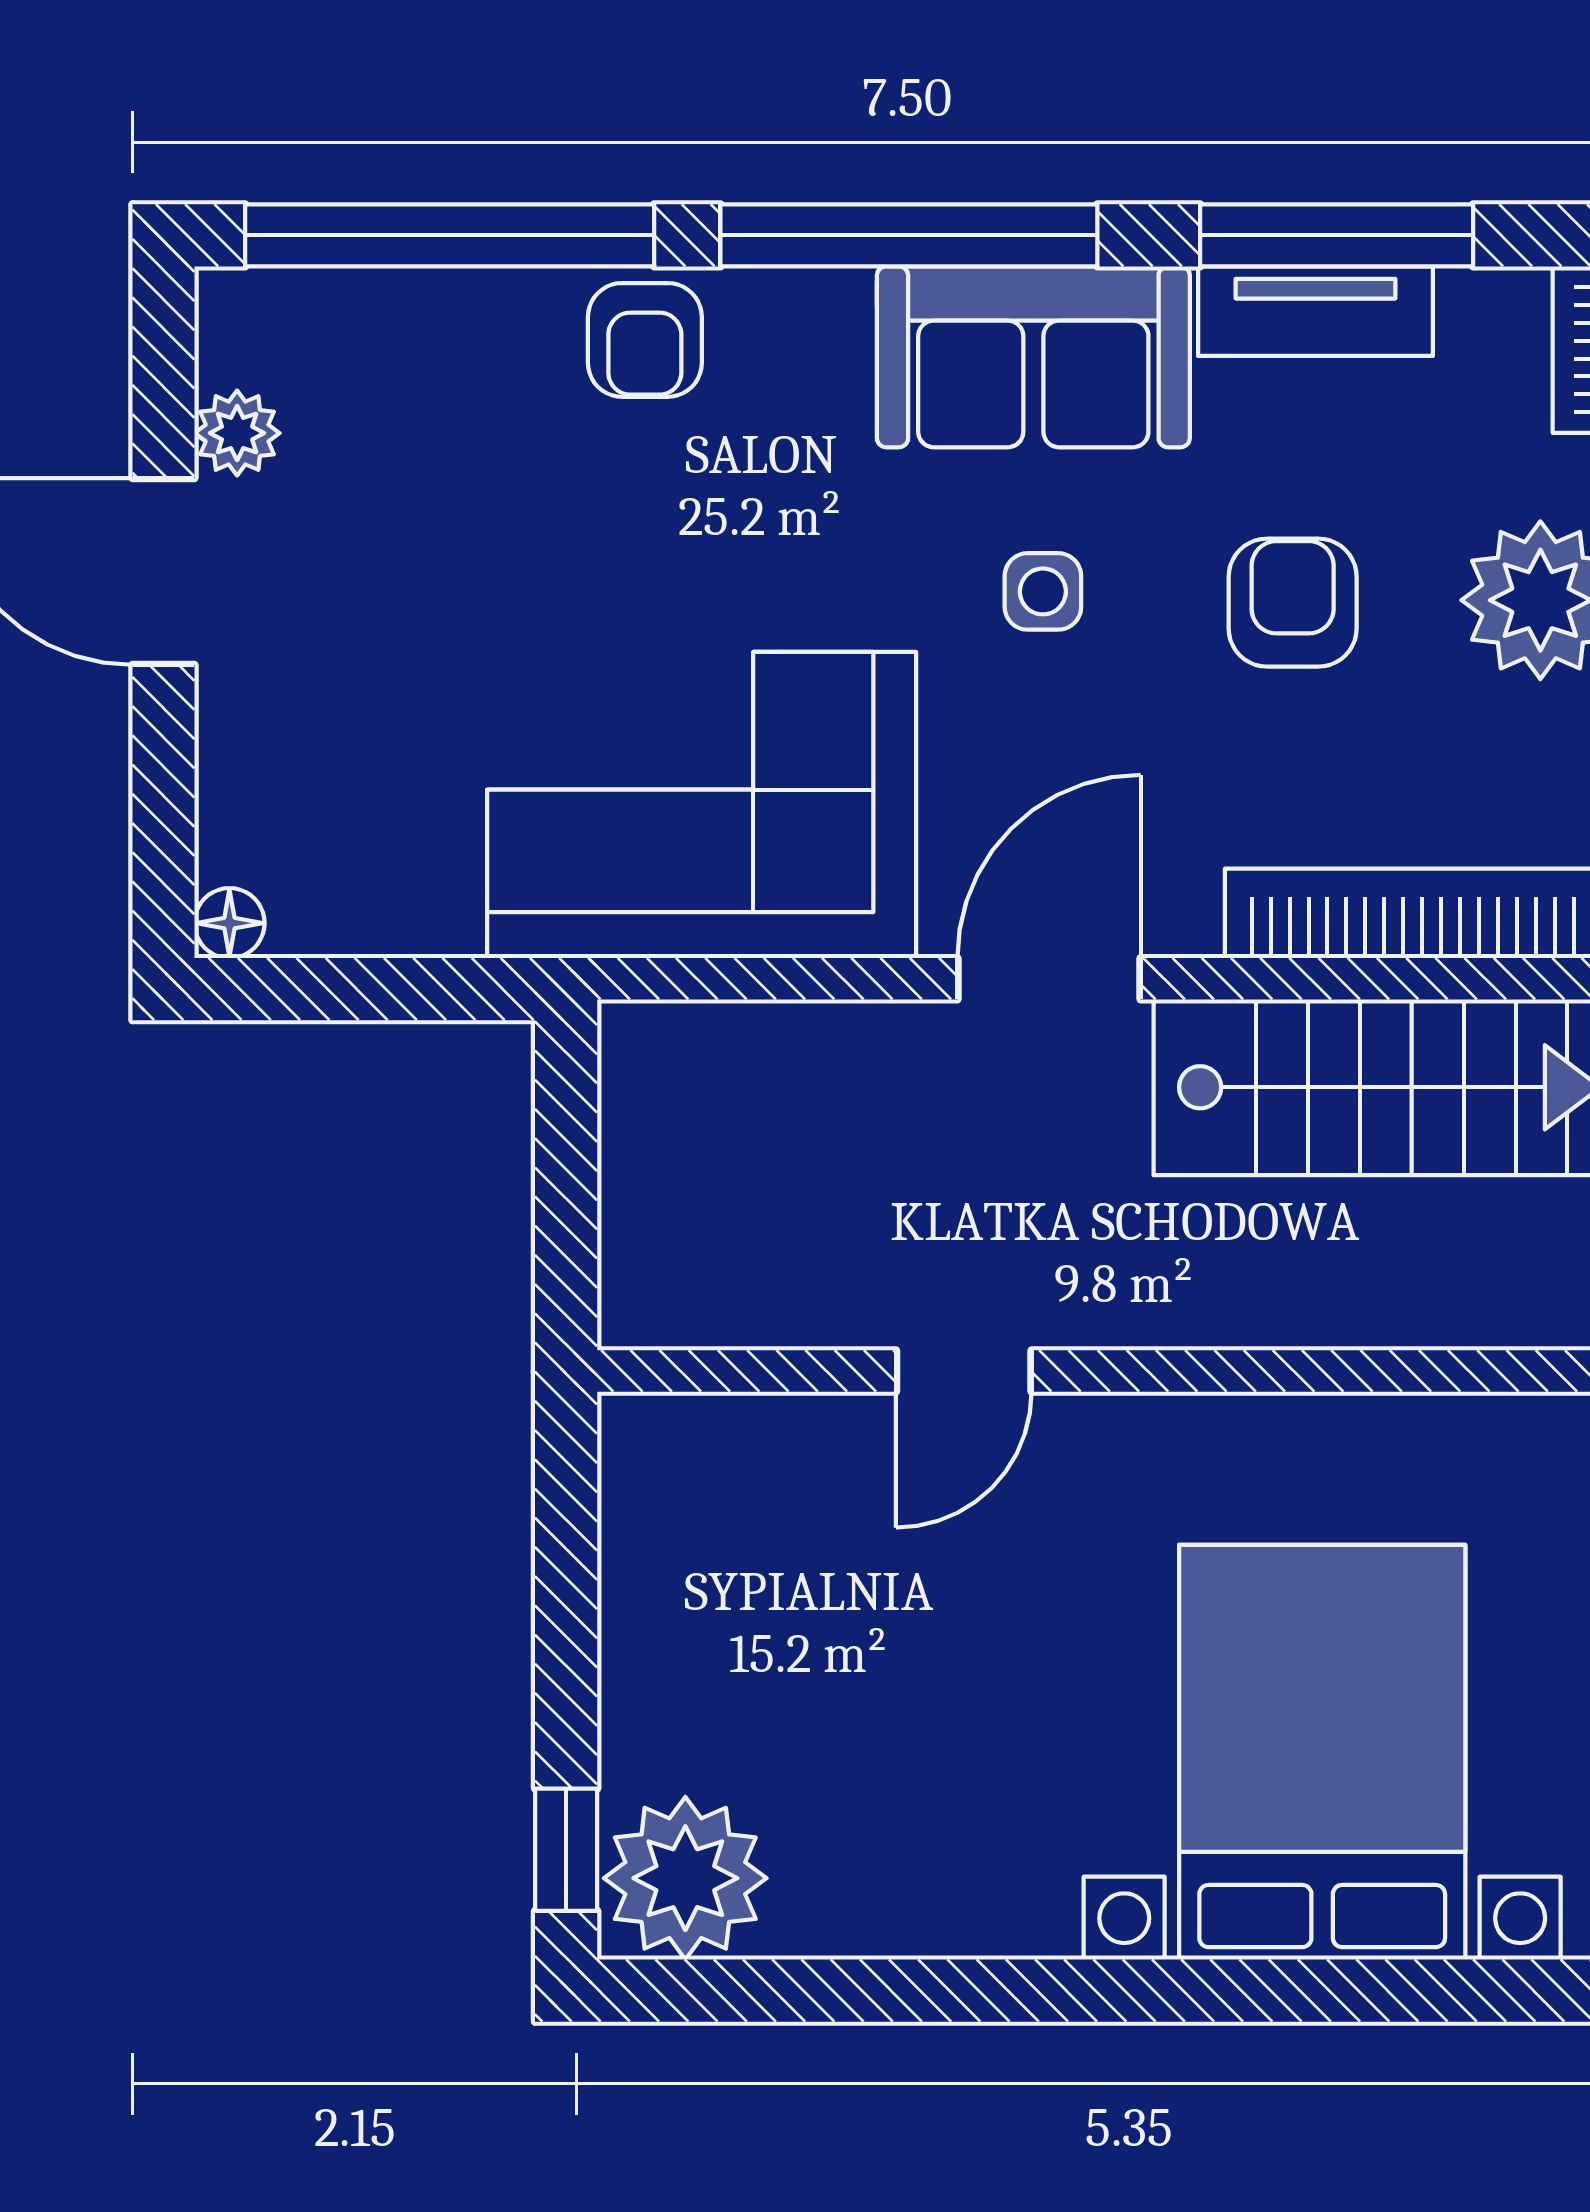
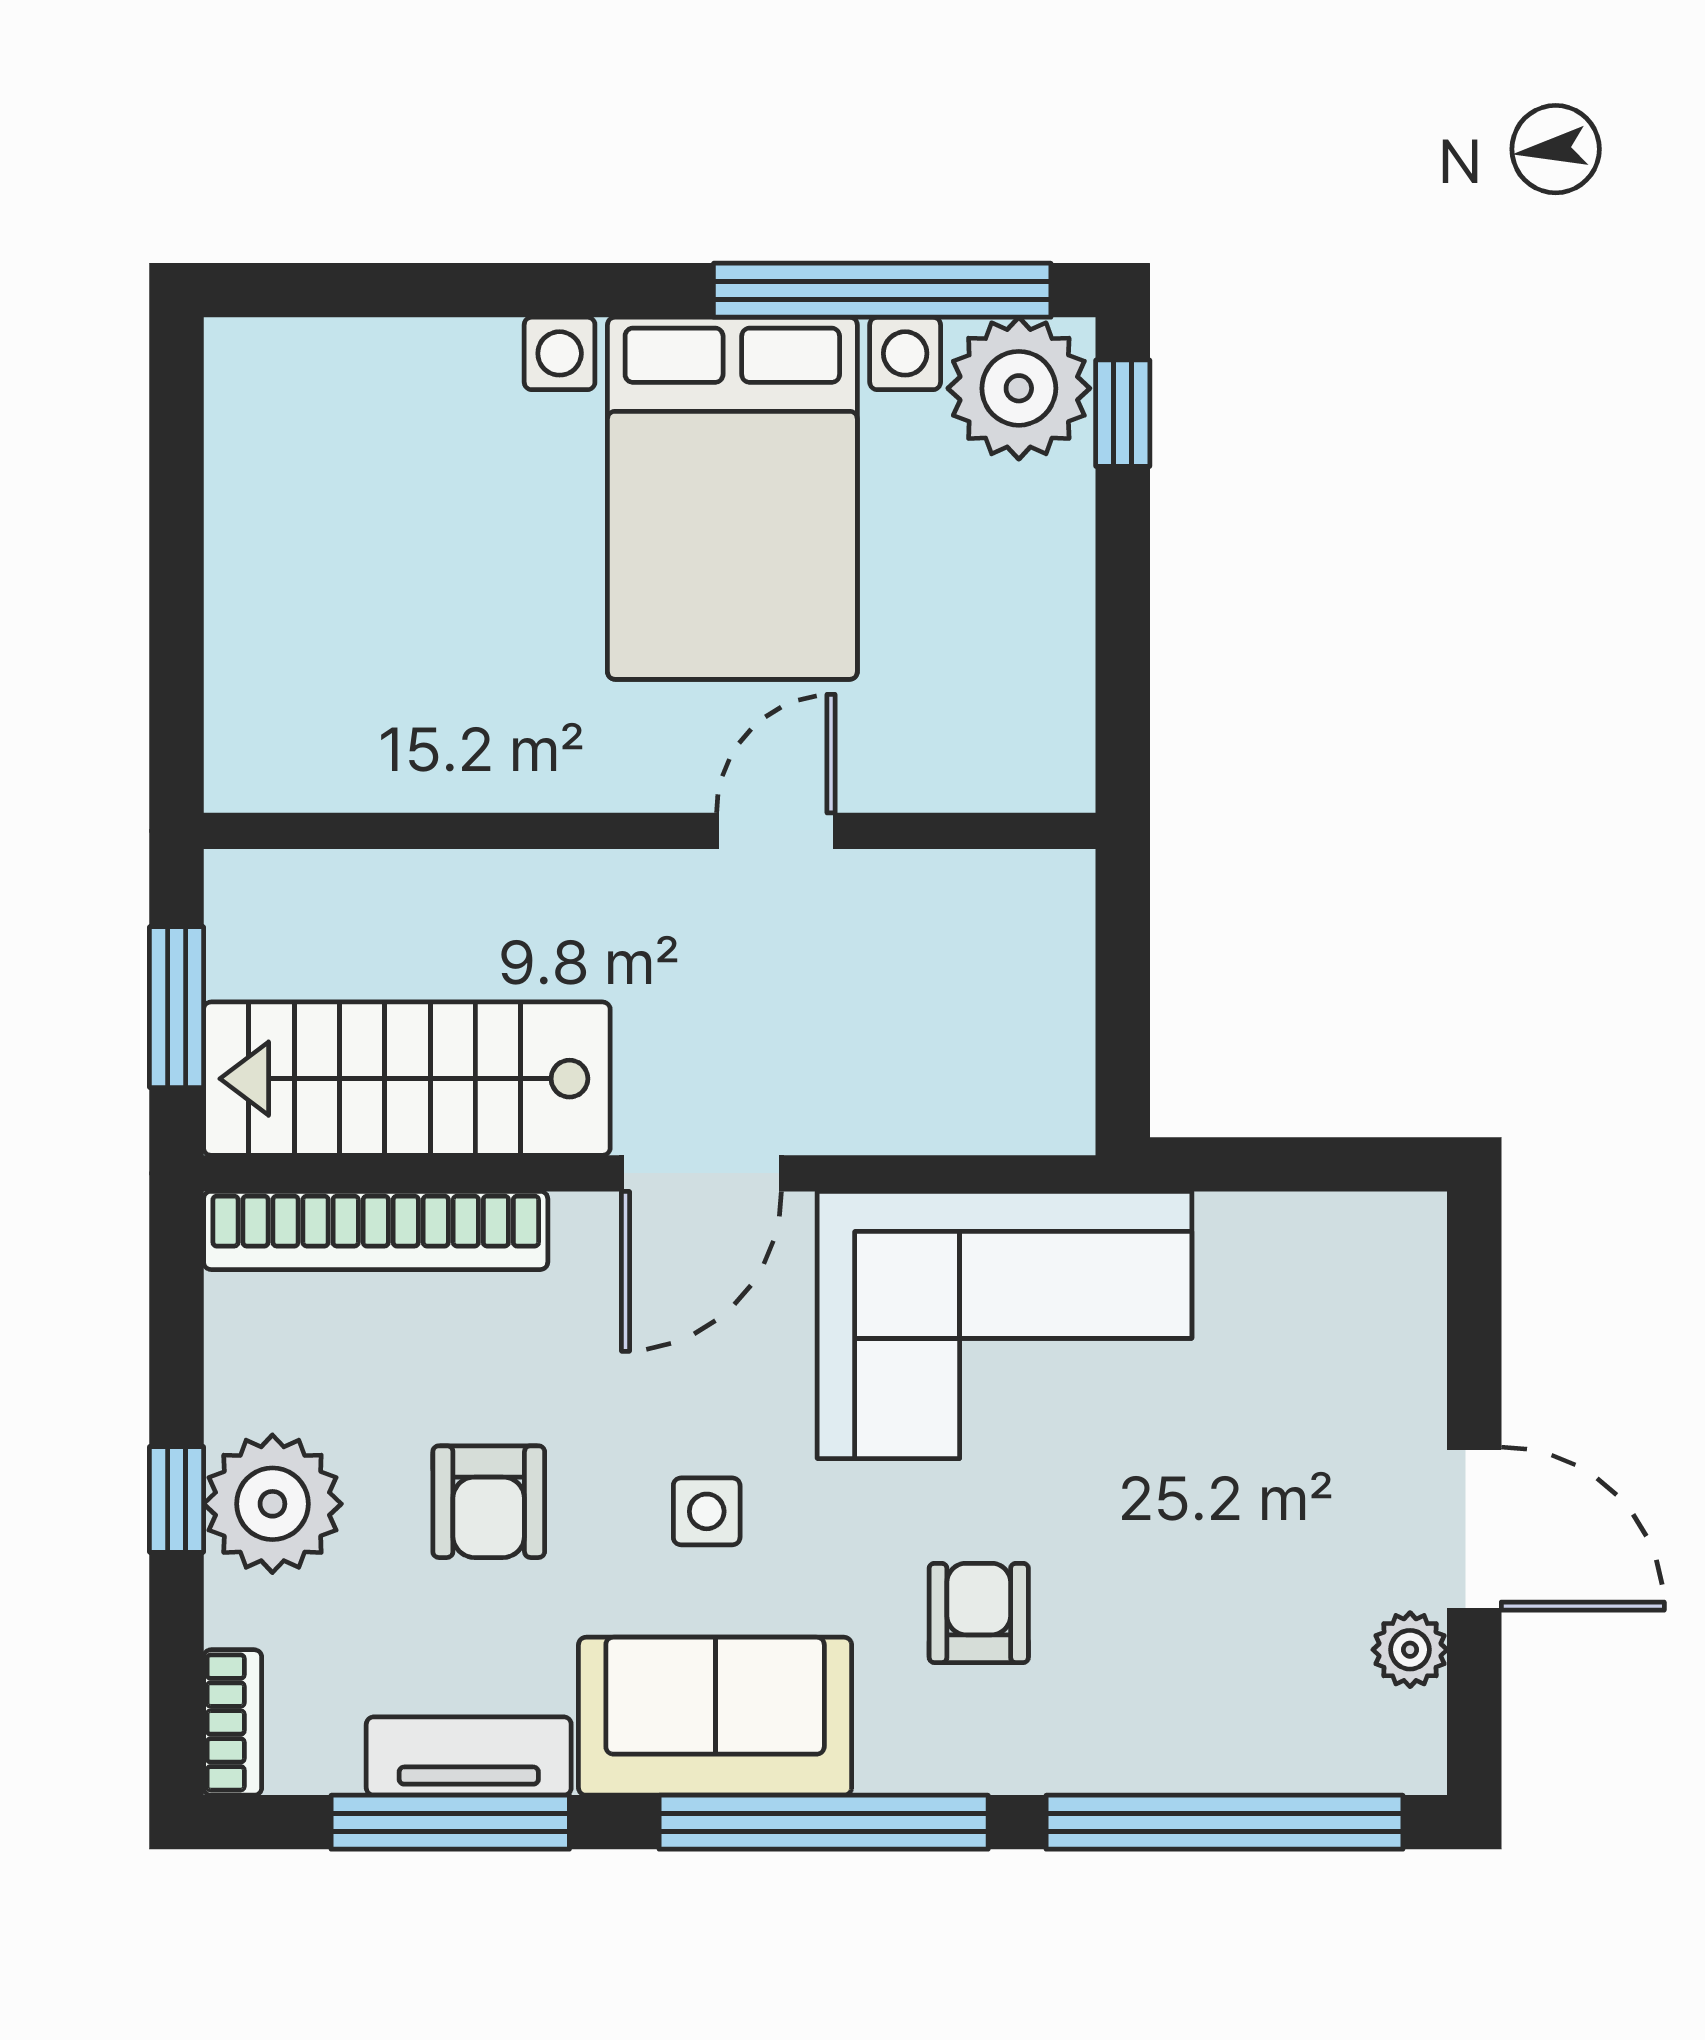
armchair: (645, 340) -> (979, 1613), moved
floor lamp: (229, 923) -> (1417, 1222), removed
bed with nightstands: (1322, 1752) -> (732, 498), moved
window: (842, 1991) -> (882, 290), added

